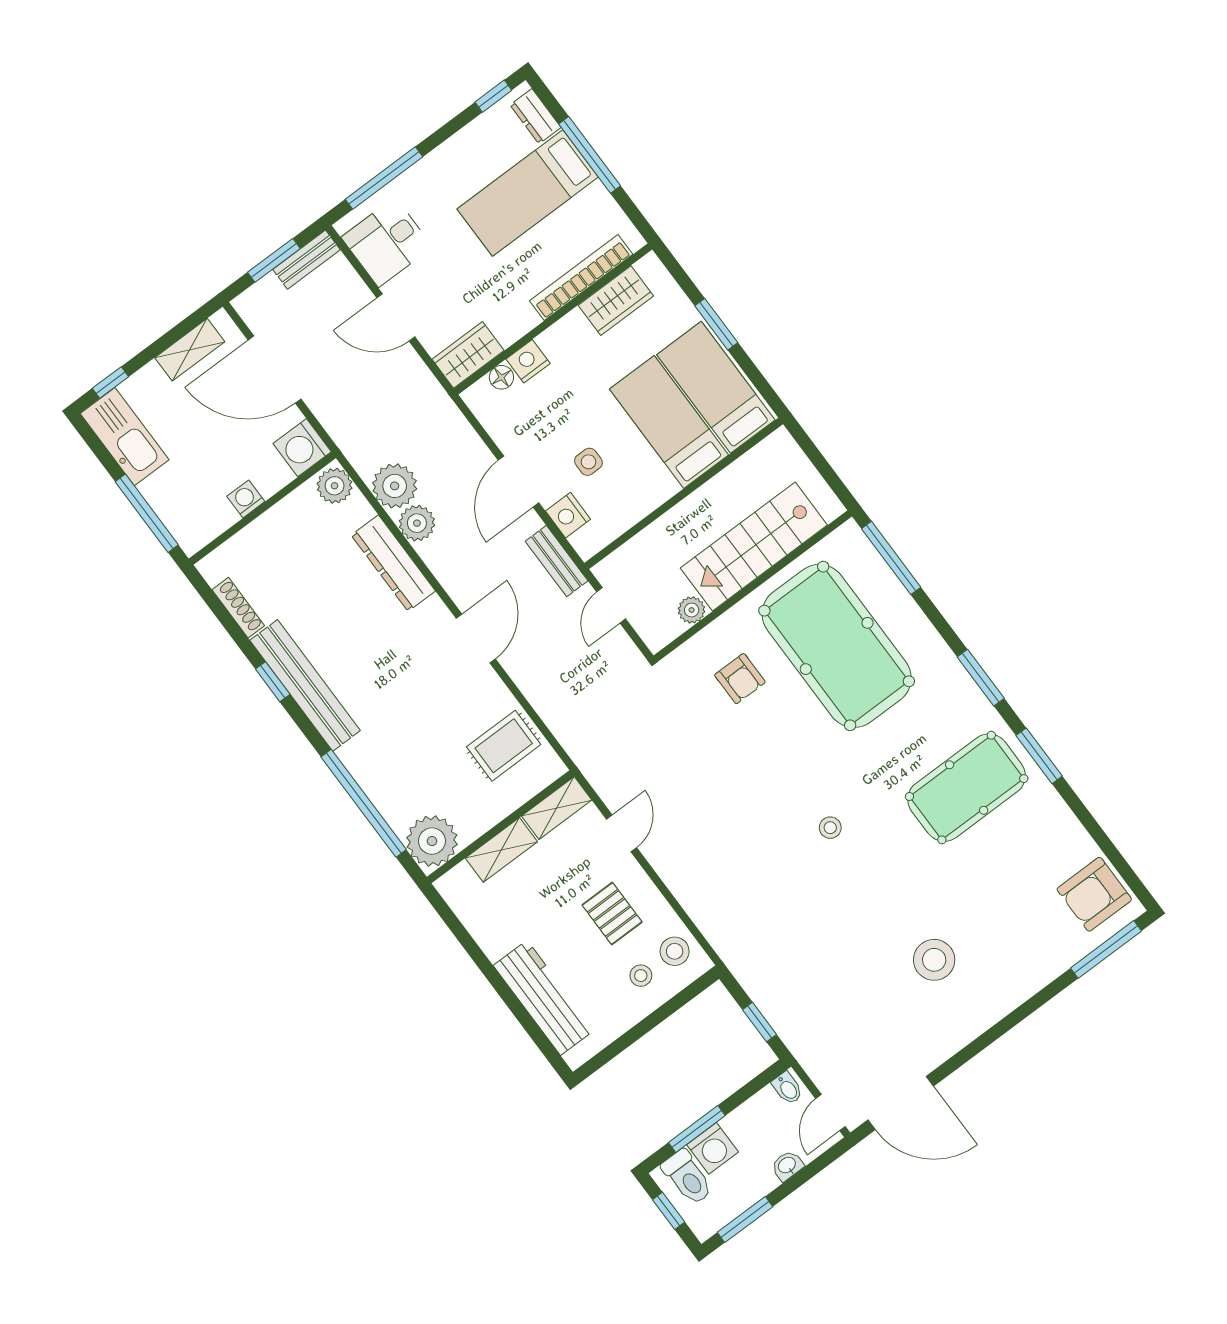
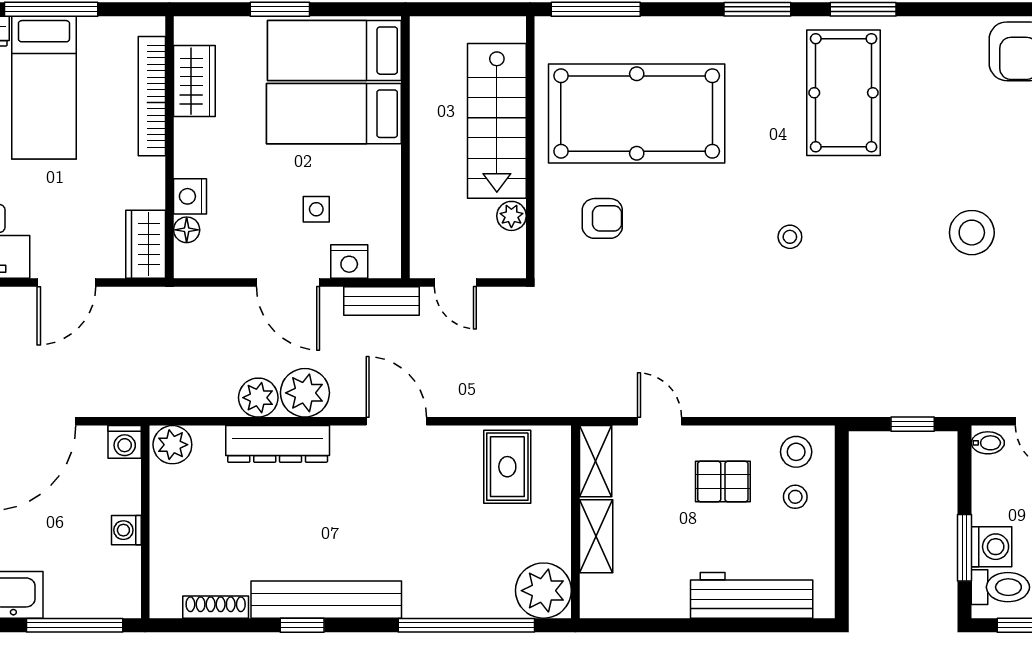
washing machine: (302, 448) -> (125, 442), width x0.73, depth x0.73
plant: (395, 486) -> (305, 393), moved

